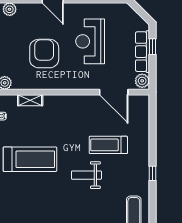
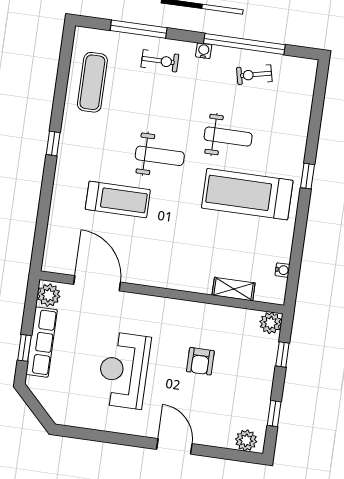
reception desk: (90, 41) -> (124, 370), turned 180
armchair: (44, 54) -> (200, 361), width x0.53, depth x0.53
weight bench: (47, 193) -> (228, 137), added

